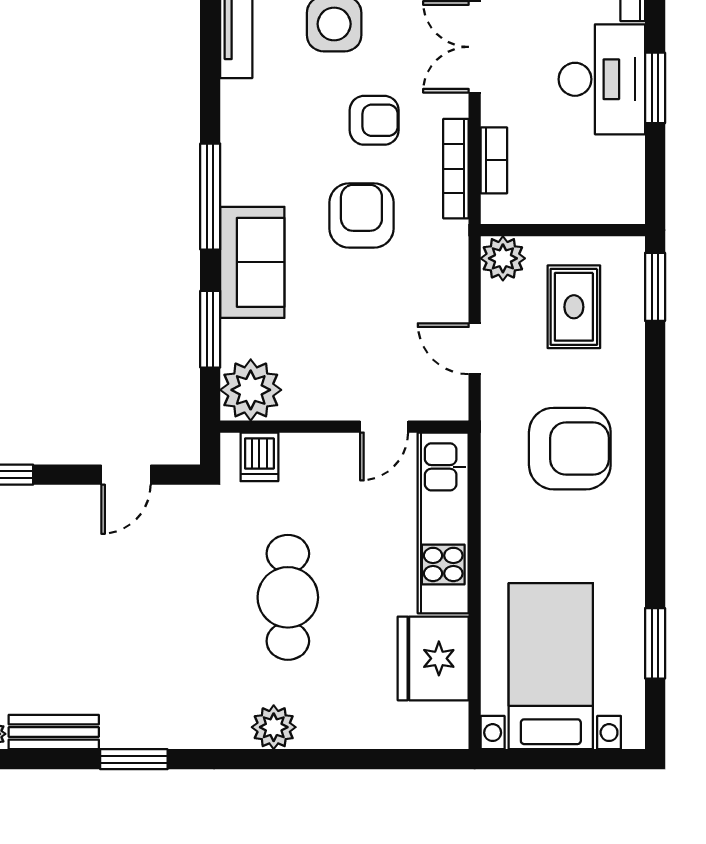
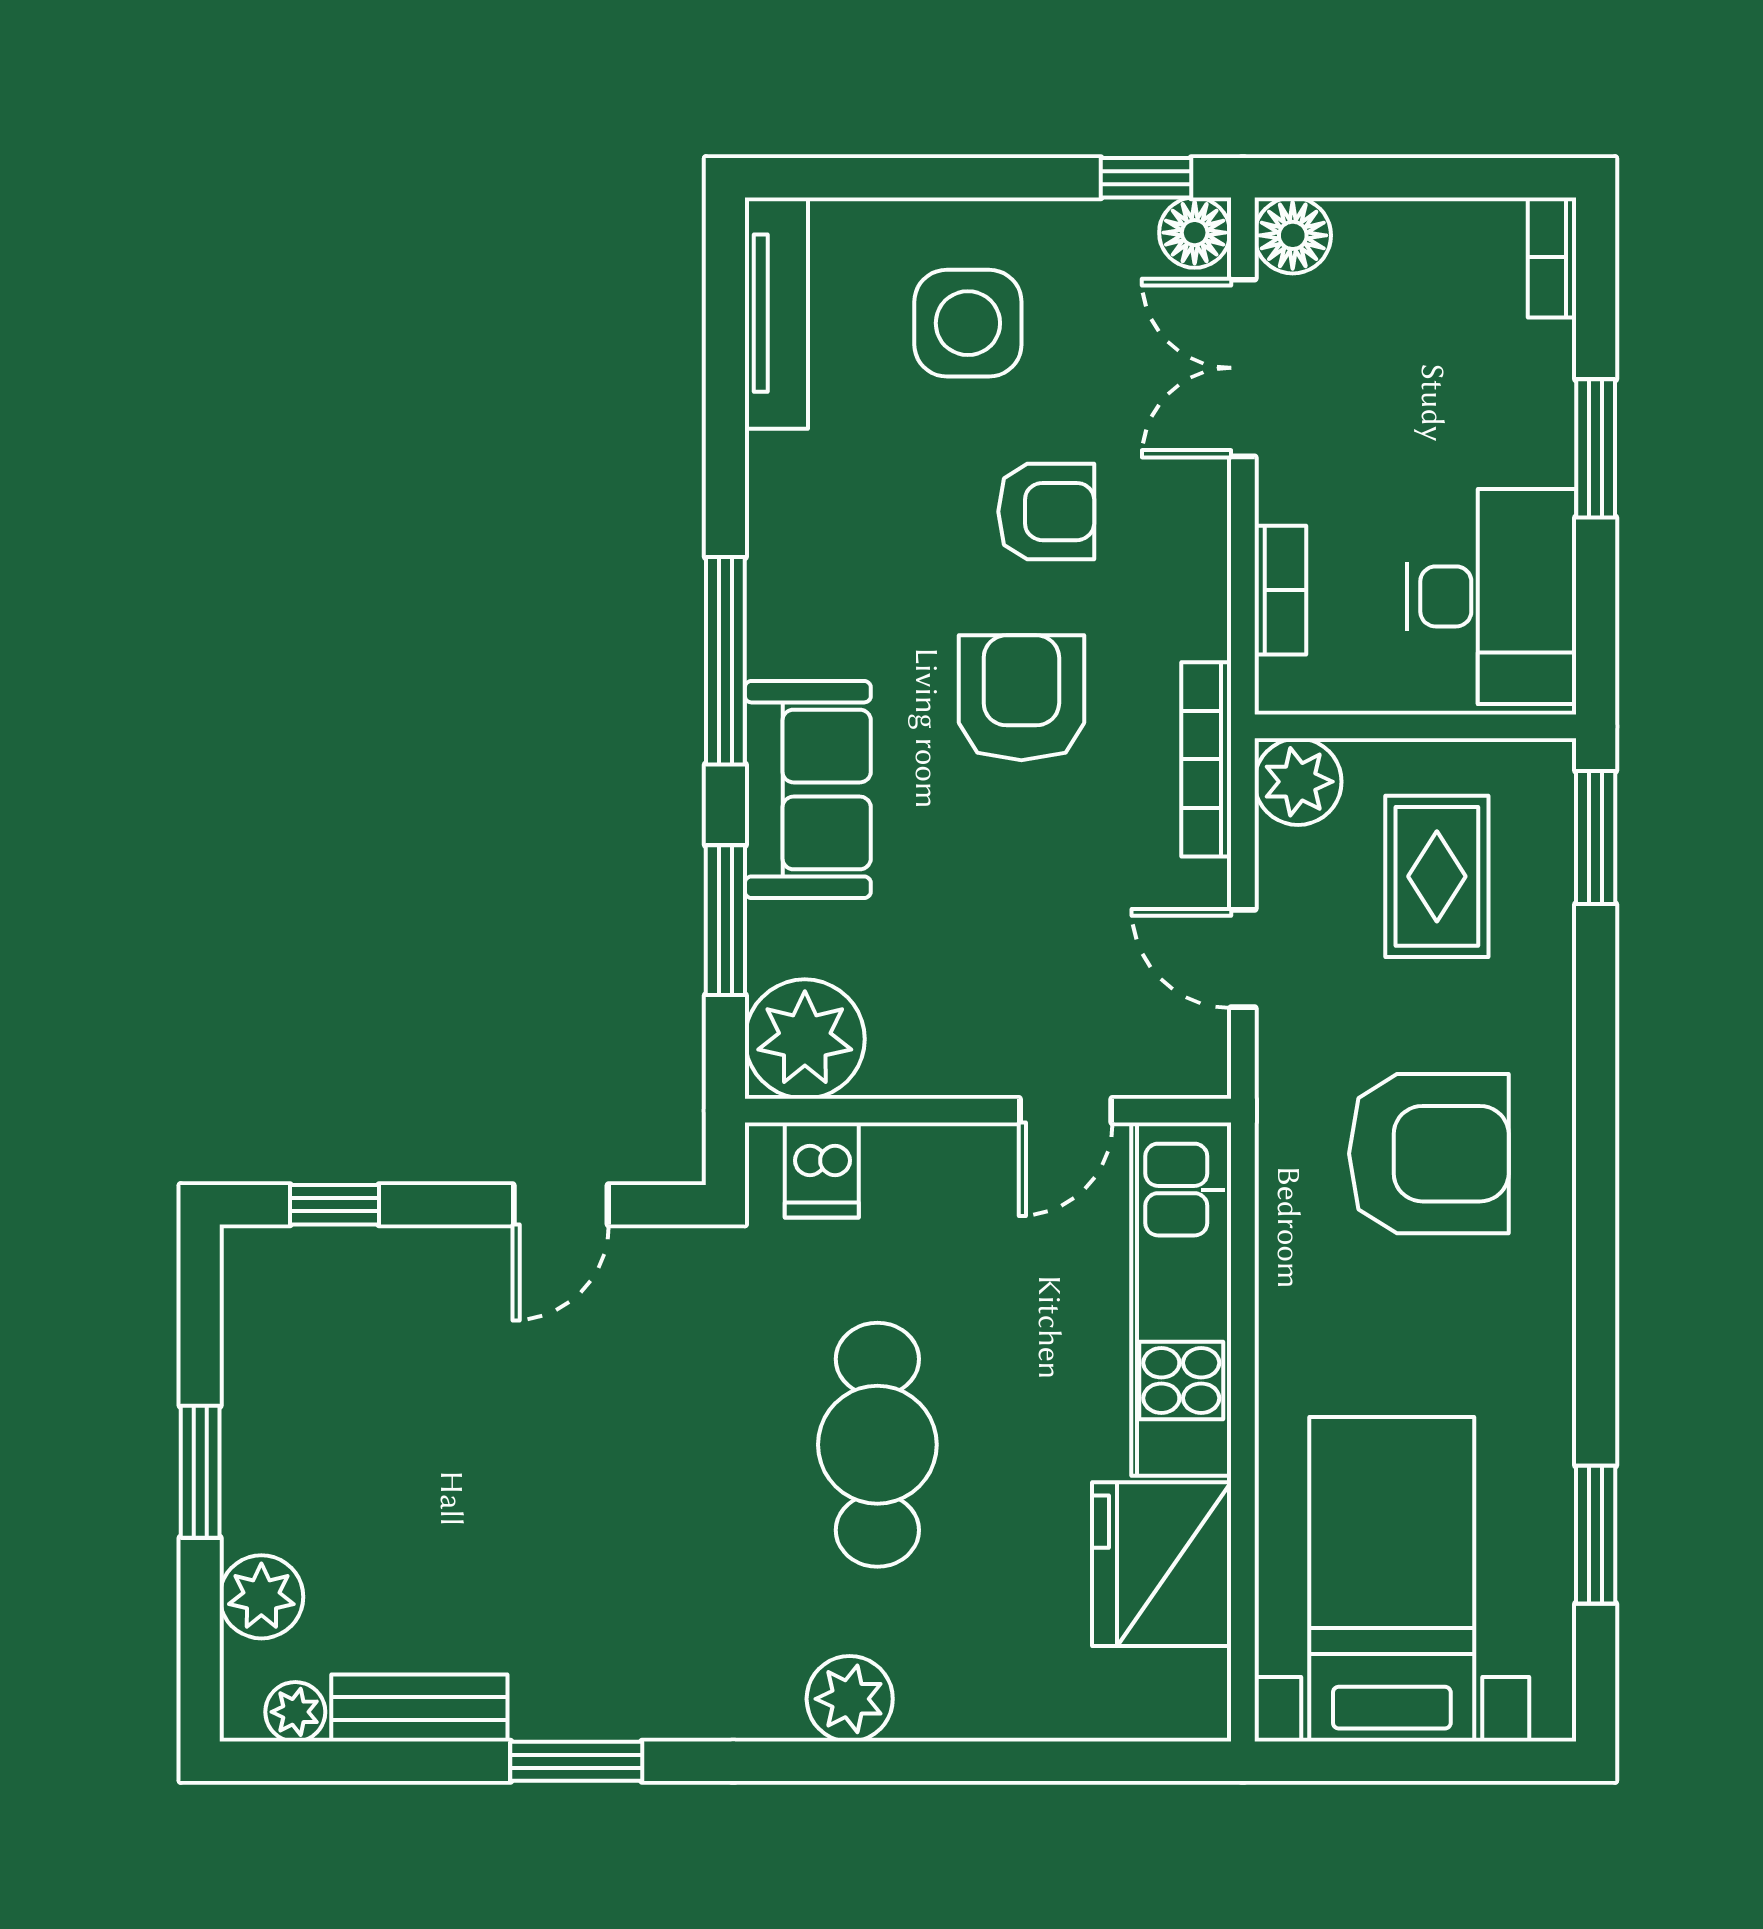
desk: (602, 79) -> (1491, 596), moved
bookcase: (456, 169) -> (1206, 759), moved

